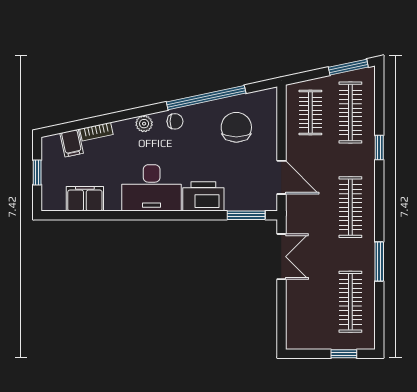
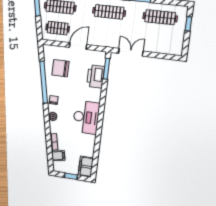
door: (281, 177) -> (78, 46), moved
printer: (203, 196) -> (96, 76), moved
filing cabinet: (85, 199) -> (86, 167), moved

